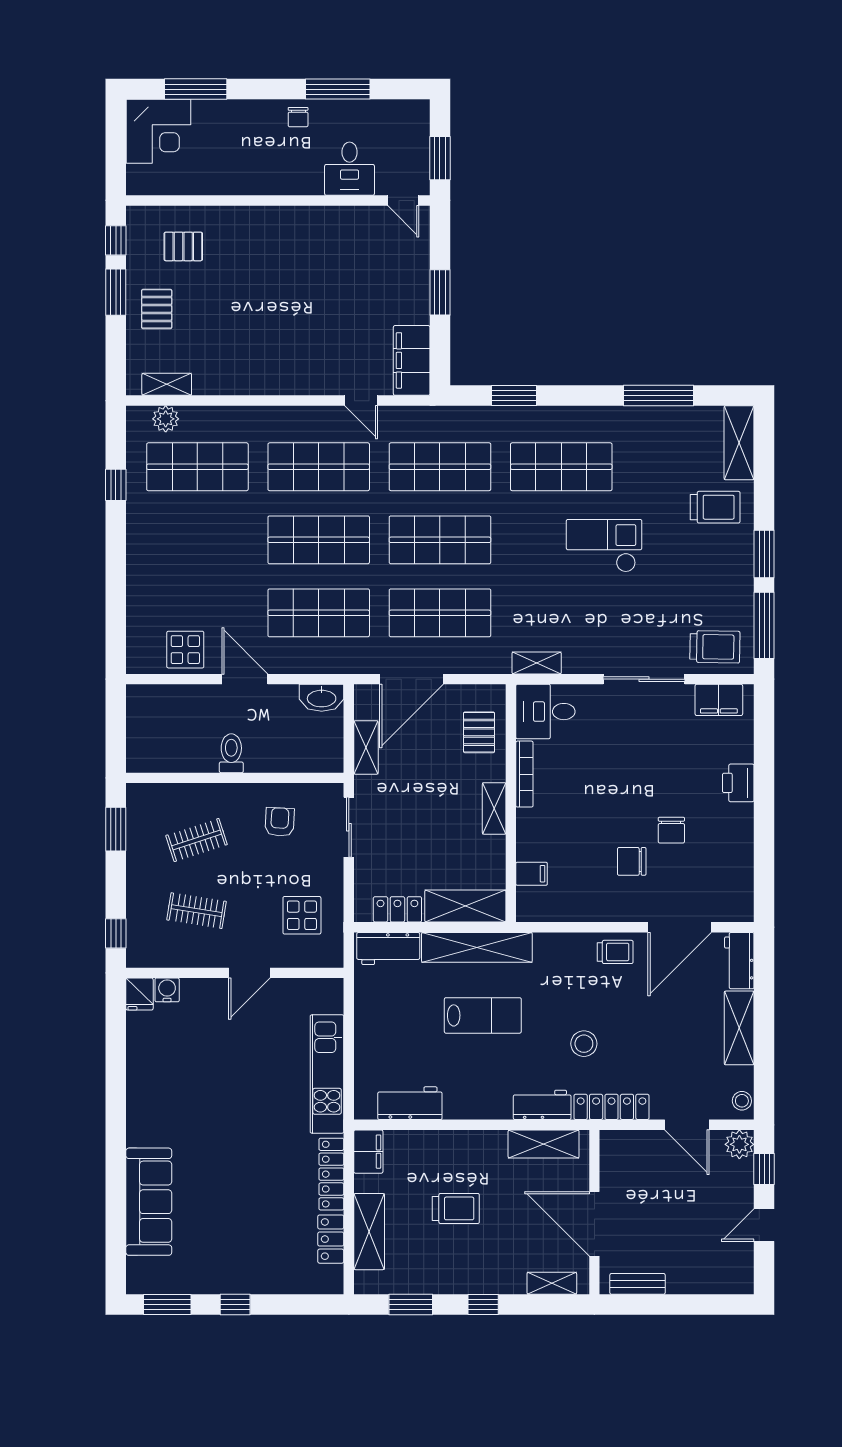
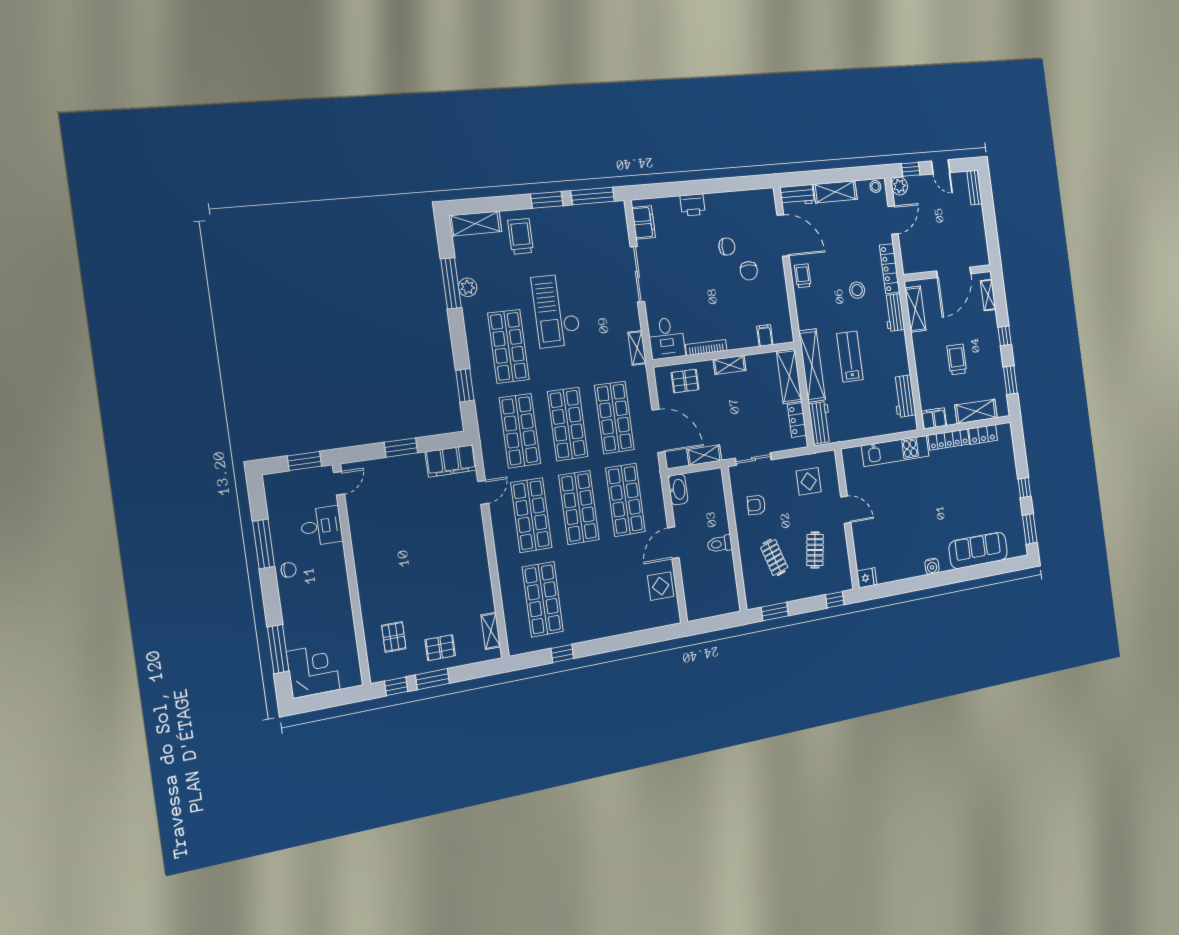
plant: (166, 419) -> (468, 287), moved
checkout: (604, 546) -> (556, 311), width x1.36, depth x1.21
trolley: (715, 647) -> (611, 228), removed
water cooler: (167, 990) -> (932, 566), moved, turned -90
bench: (637, 1284) -> (975, 187), moved

